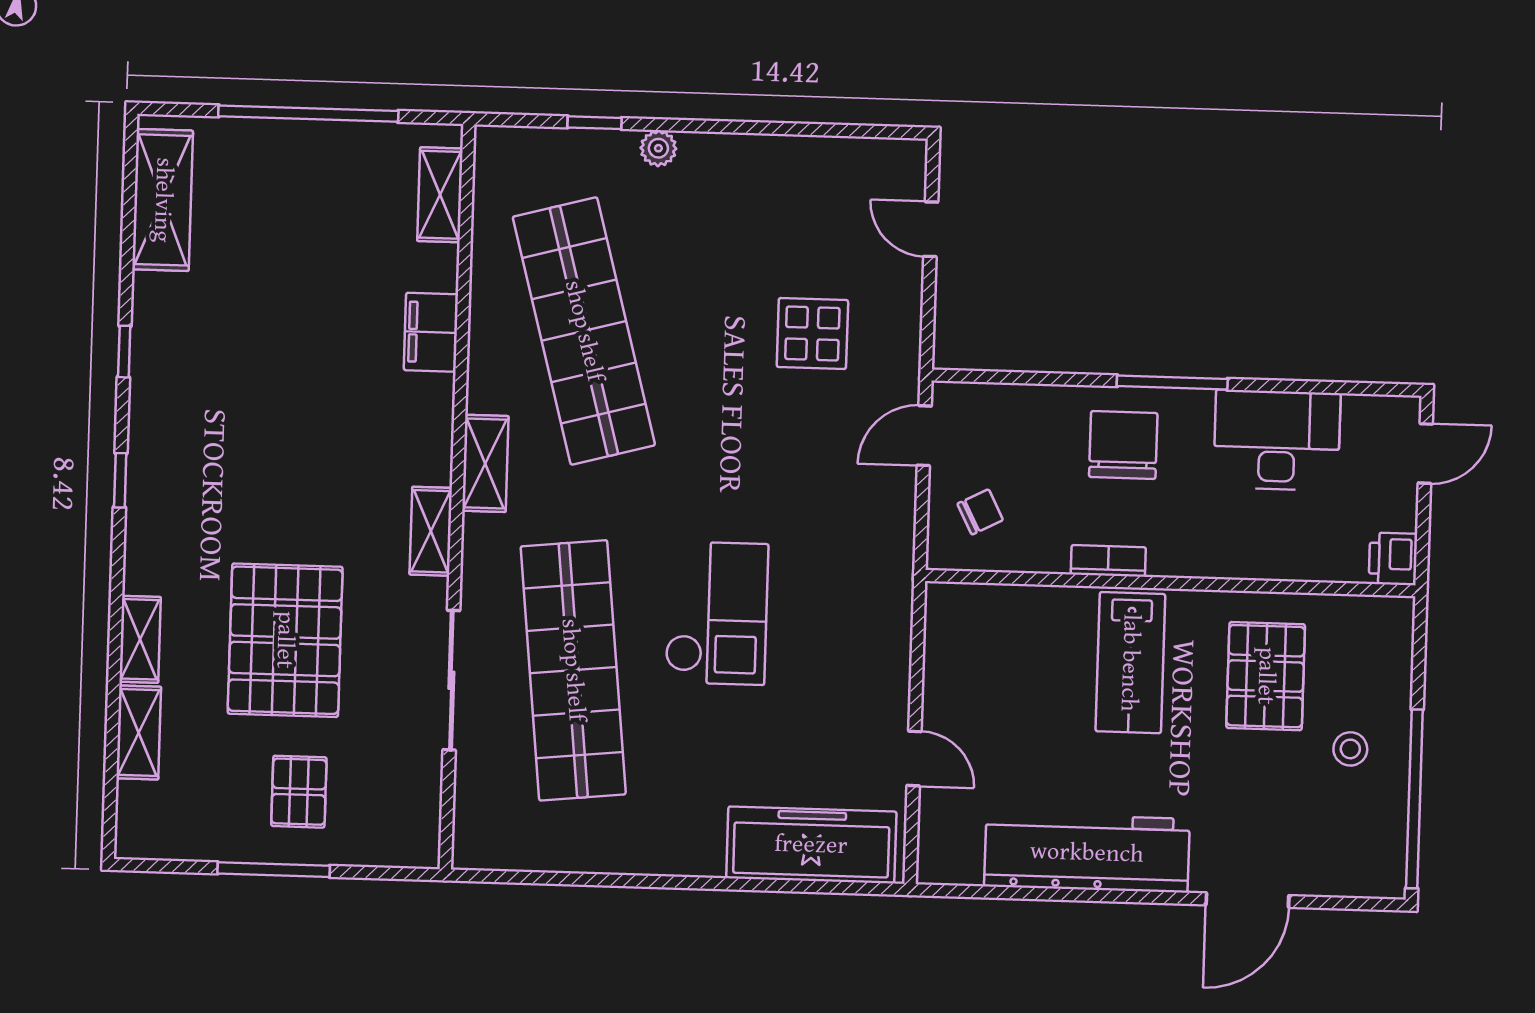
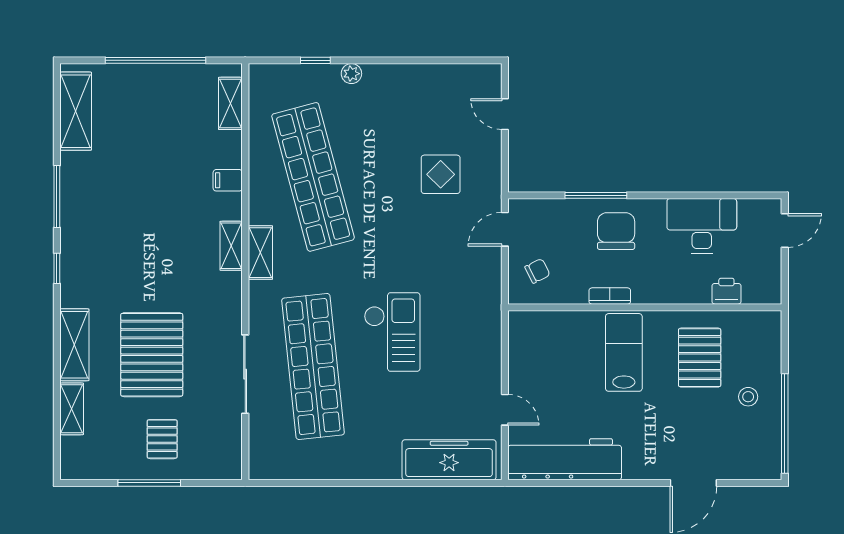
filing cabinet: (431, 332) -> (228, 180), width x0.50
window: (124, 352) -> (57, 196), width x2.17
window: (1172, 382) -> (596, 195), moved
shelving: (431, 531) -> (231, 246), moved
printer: (1393, 559) -> (726, 291), moved, turned 90
shelving: (140, 639) -> (74, 345), width x1.50, depth x1.33
lab bench: (1130, 663) -> (624, 352), turned 180
workbench: (1087, 853) -> (565, 459), moved

